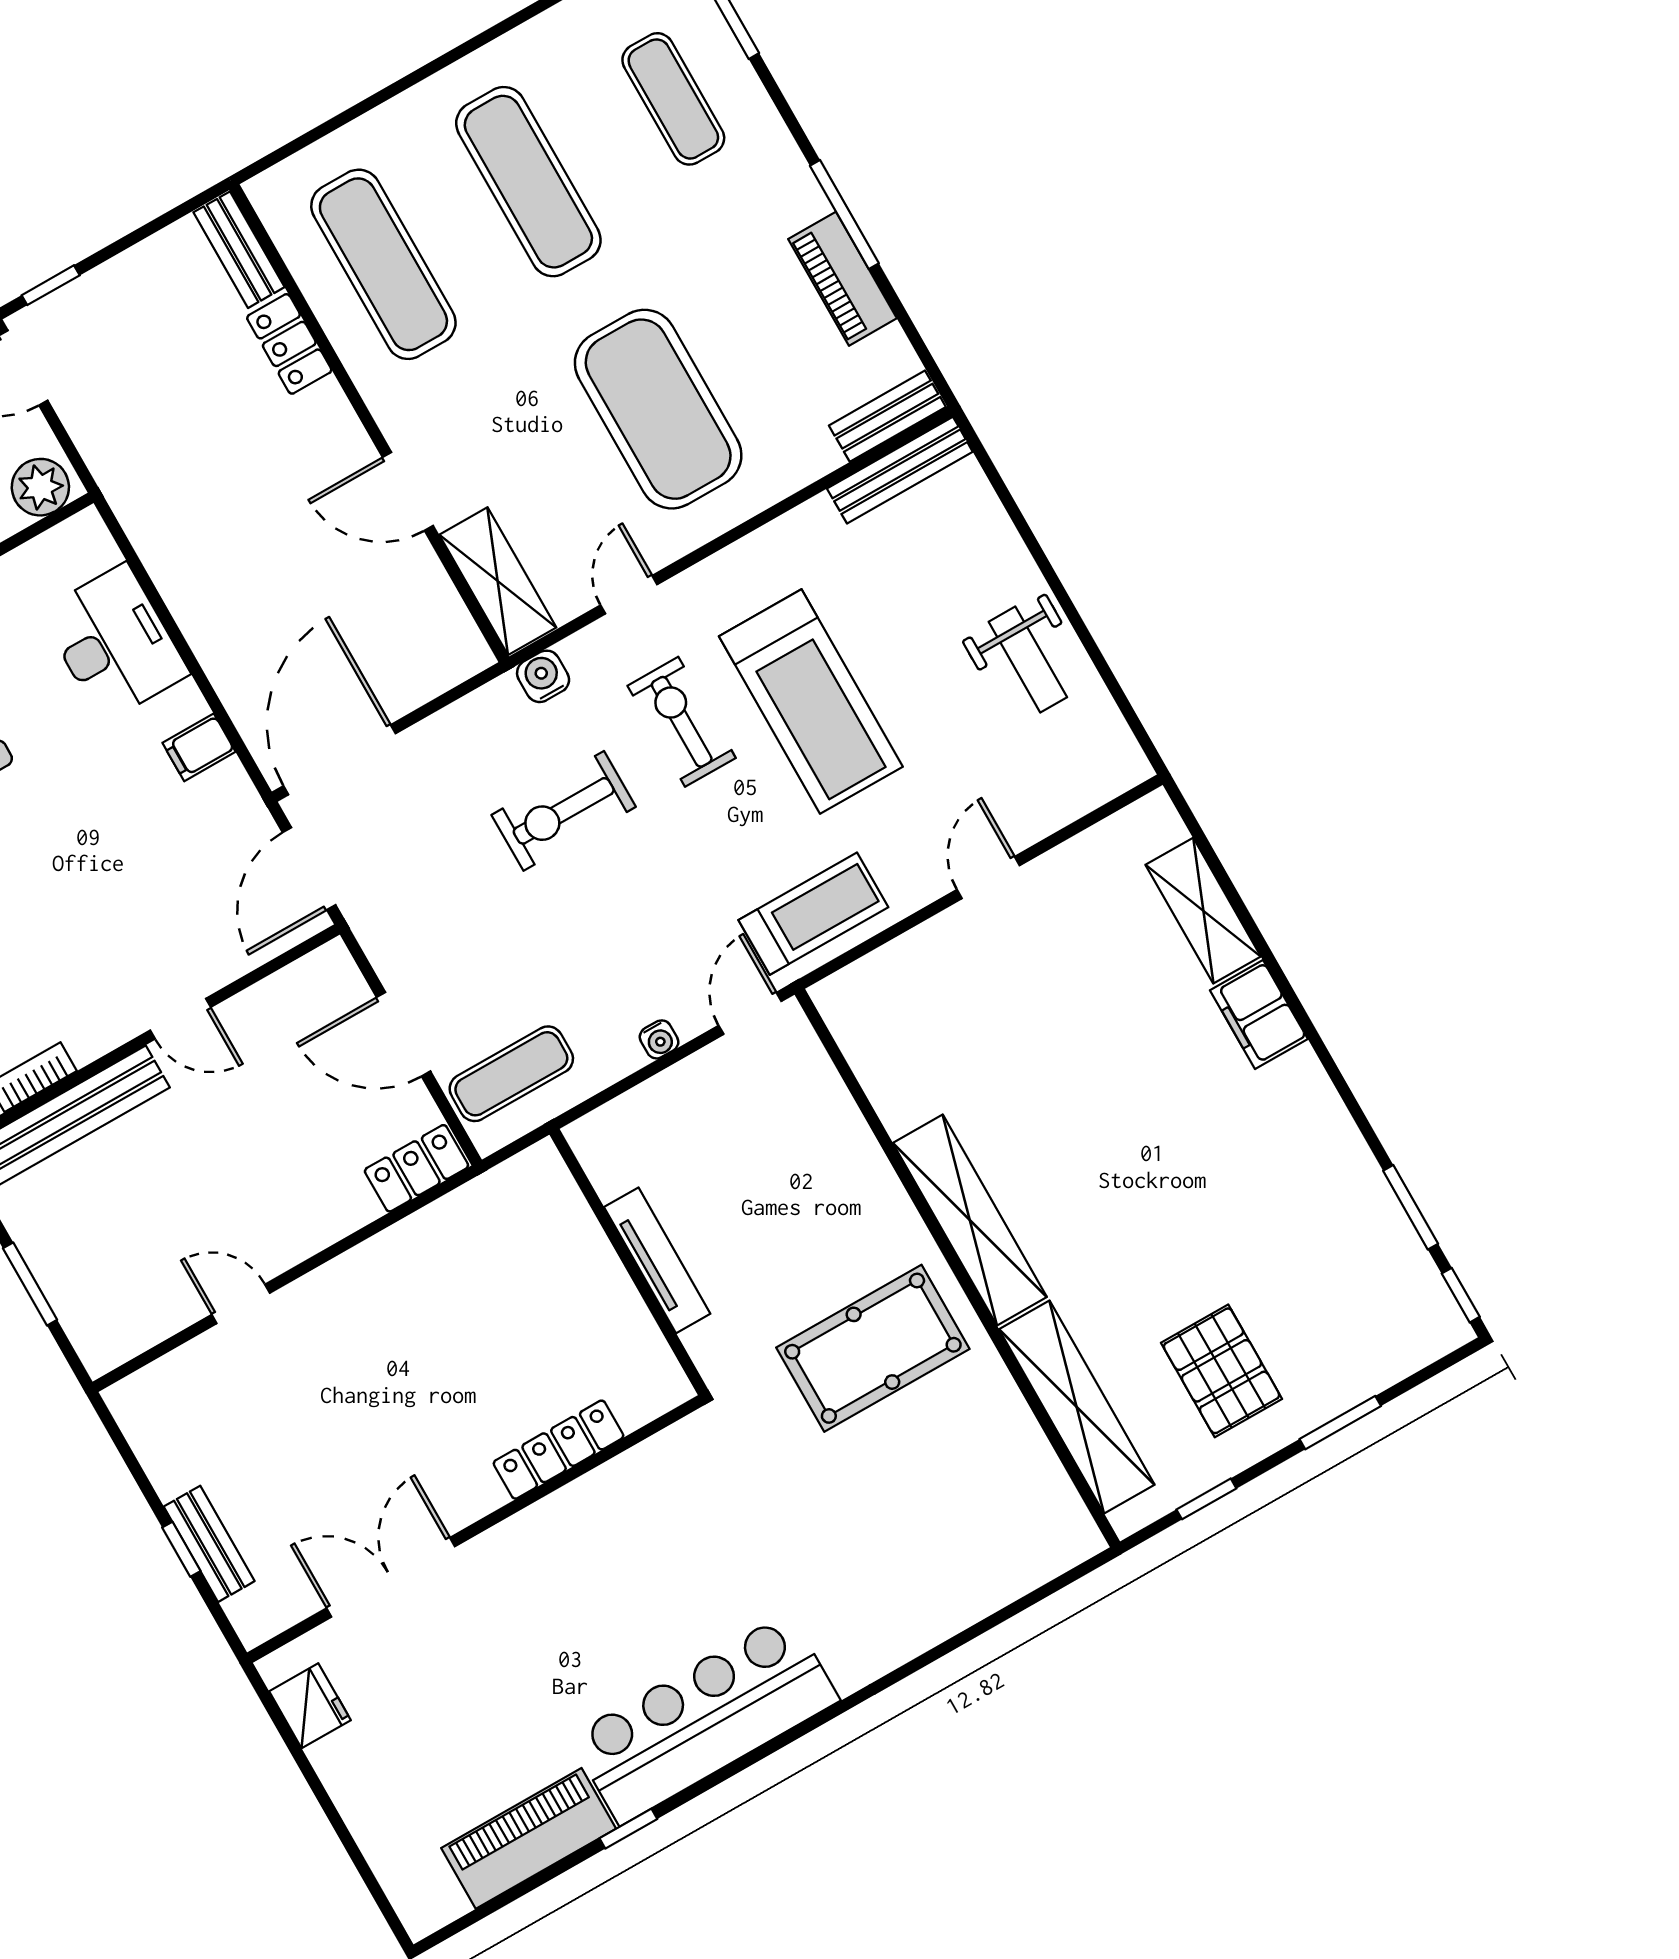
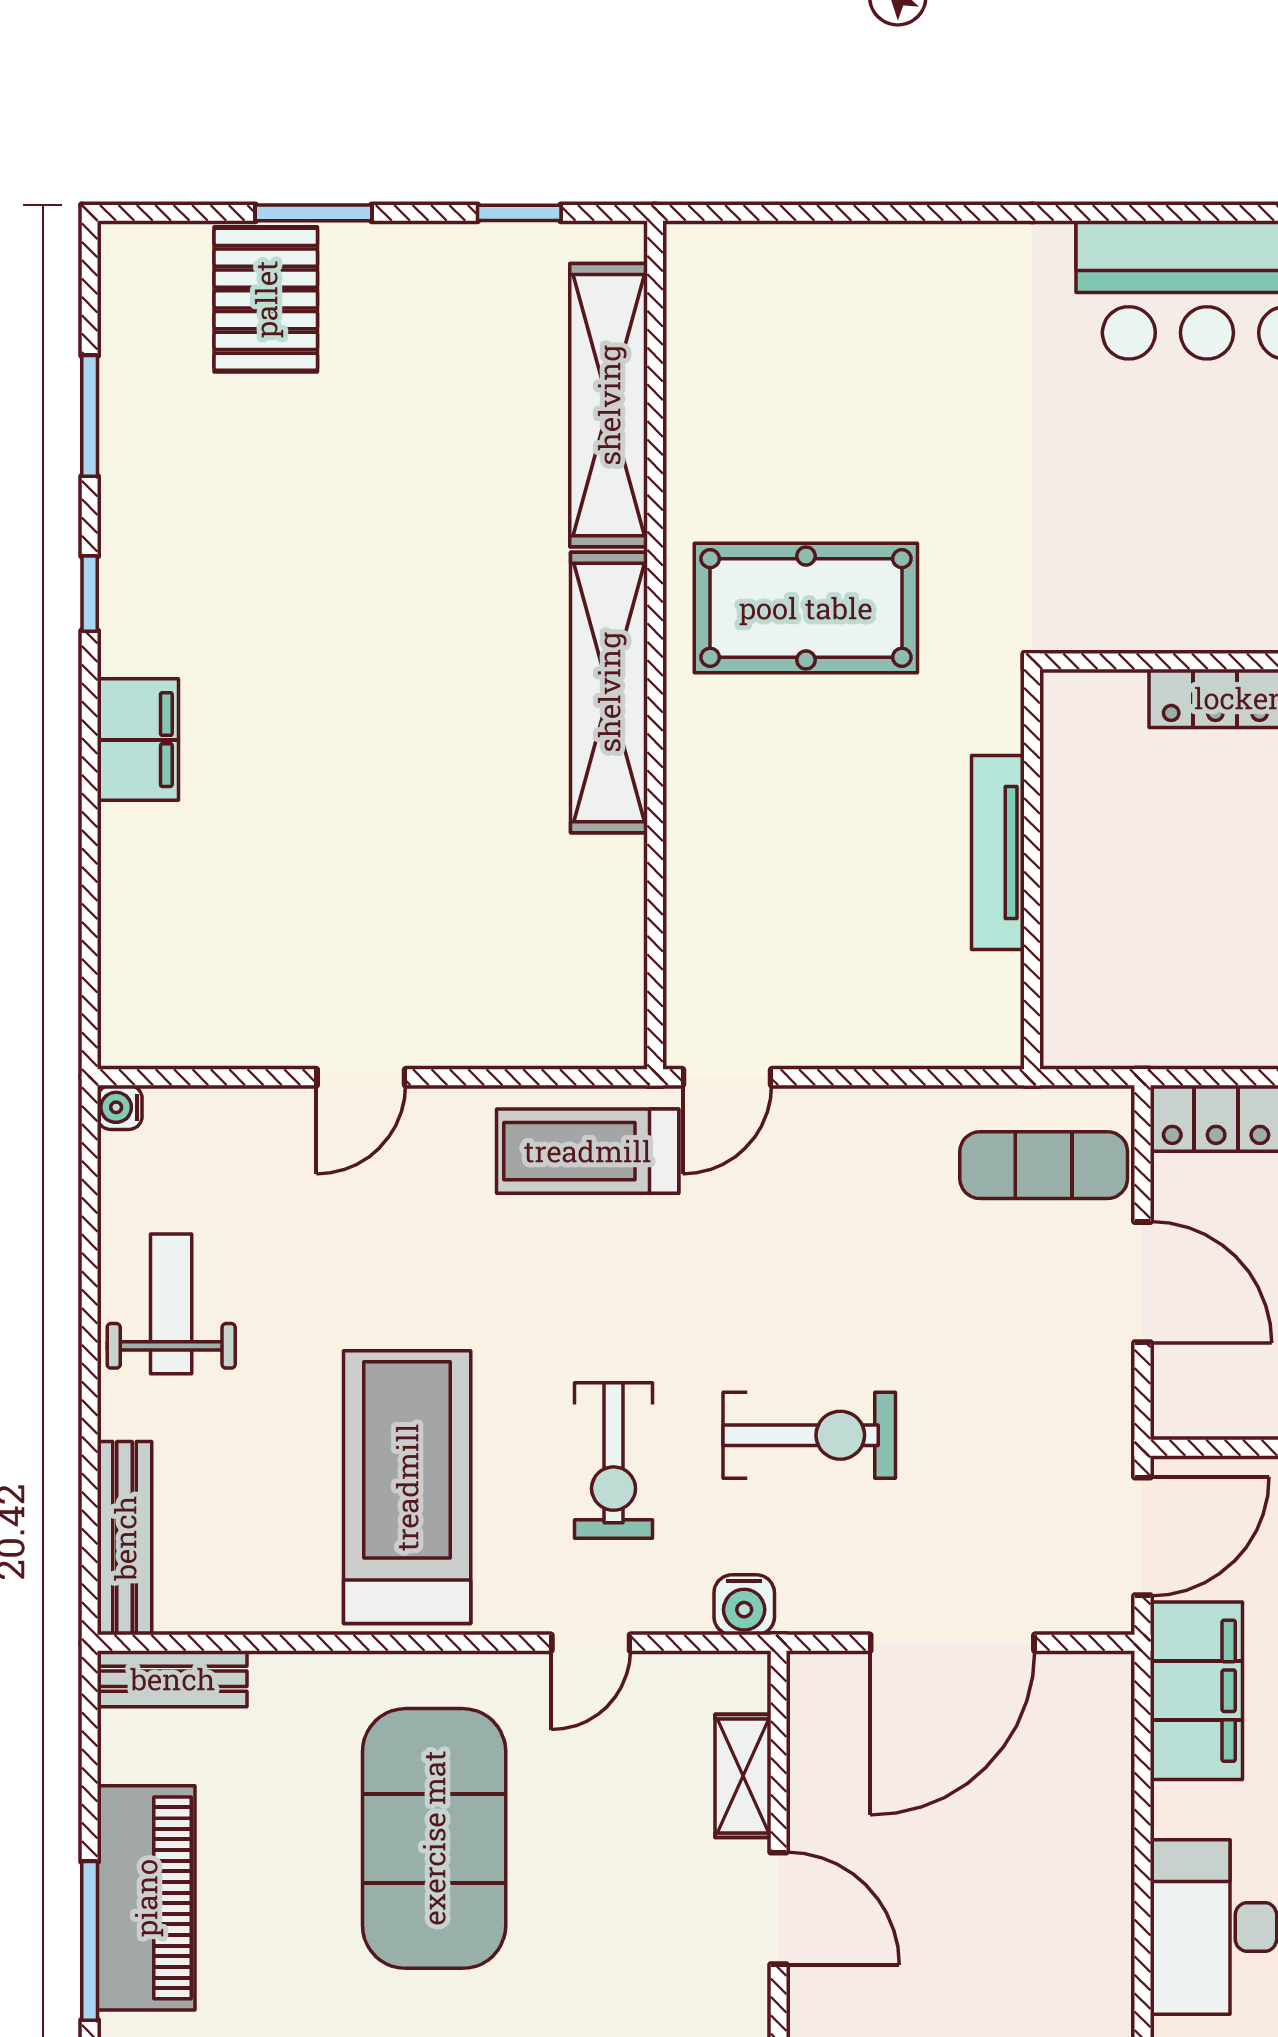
piano: (842, 279) -> (146, 1898), width x1.37, depth x1.33
bench: (900, 470) -> (125, 1538), moved, turned 90
shelving: (498, 581) -> (743, 1776), width x0.67, depth x0.75
treadmill: (811, 701) -> (407, 1487), moved
filing cabinet: (199, 747) -> (1196, 1691), width x3.00, depth x1.17
door: (340, 760) -> (952, 1643), moved
shelving: (1203, 911) -> (134, 897), removed
water cooler: (659, 1039) -> (120, 1107), moved, turned -90
window: (1461, 1295) -> (90, 594), moved
pallet: (1221, 1371) -> (266, 299), moved

